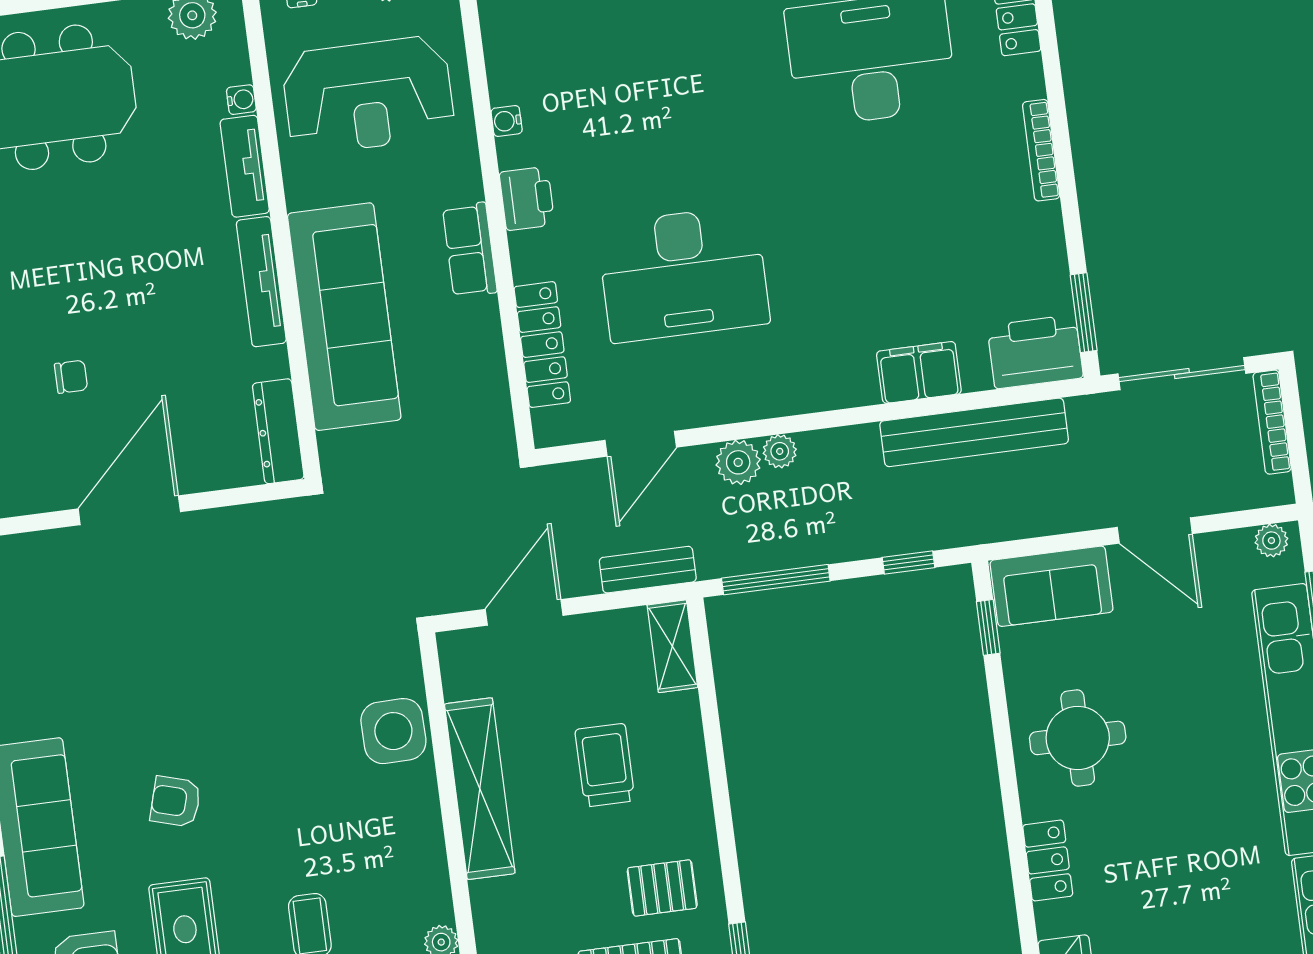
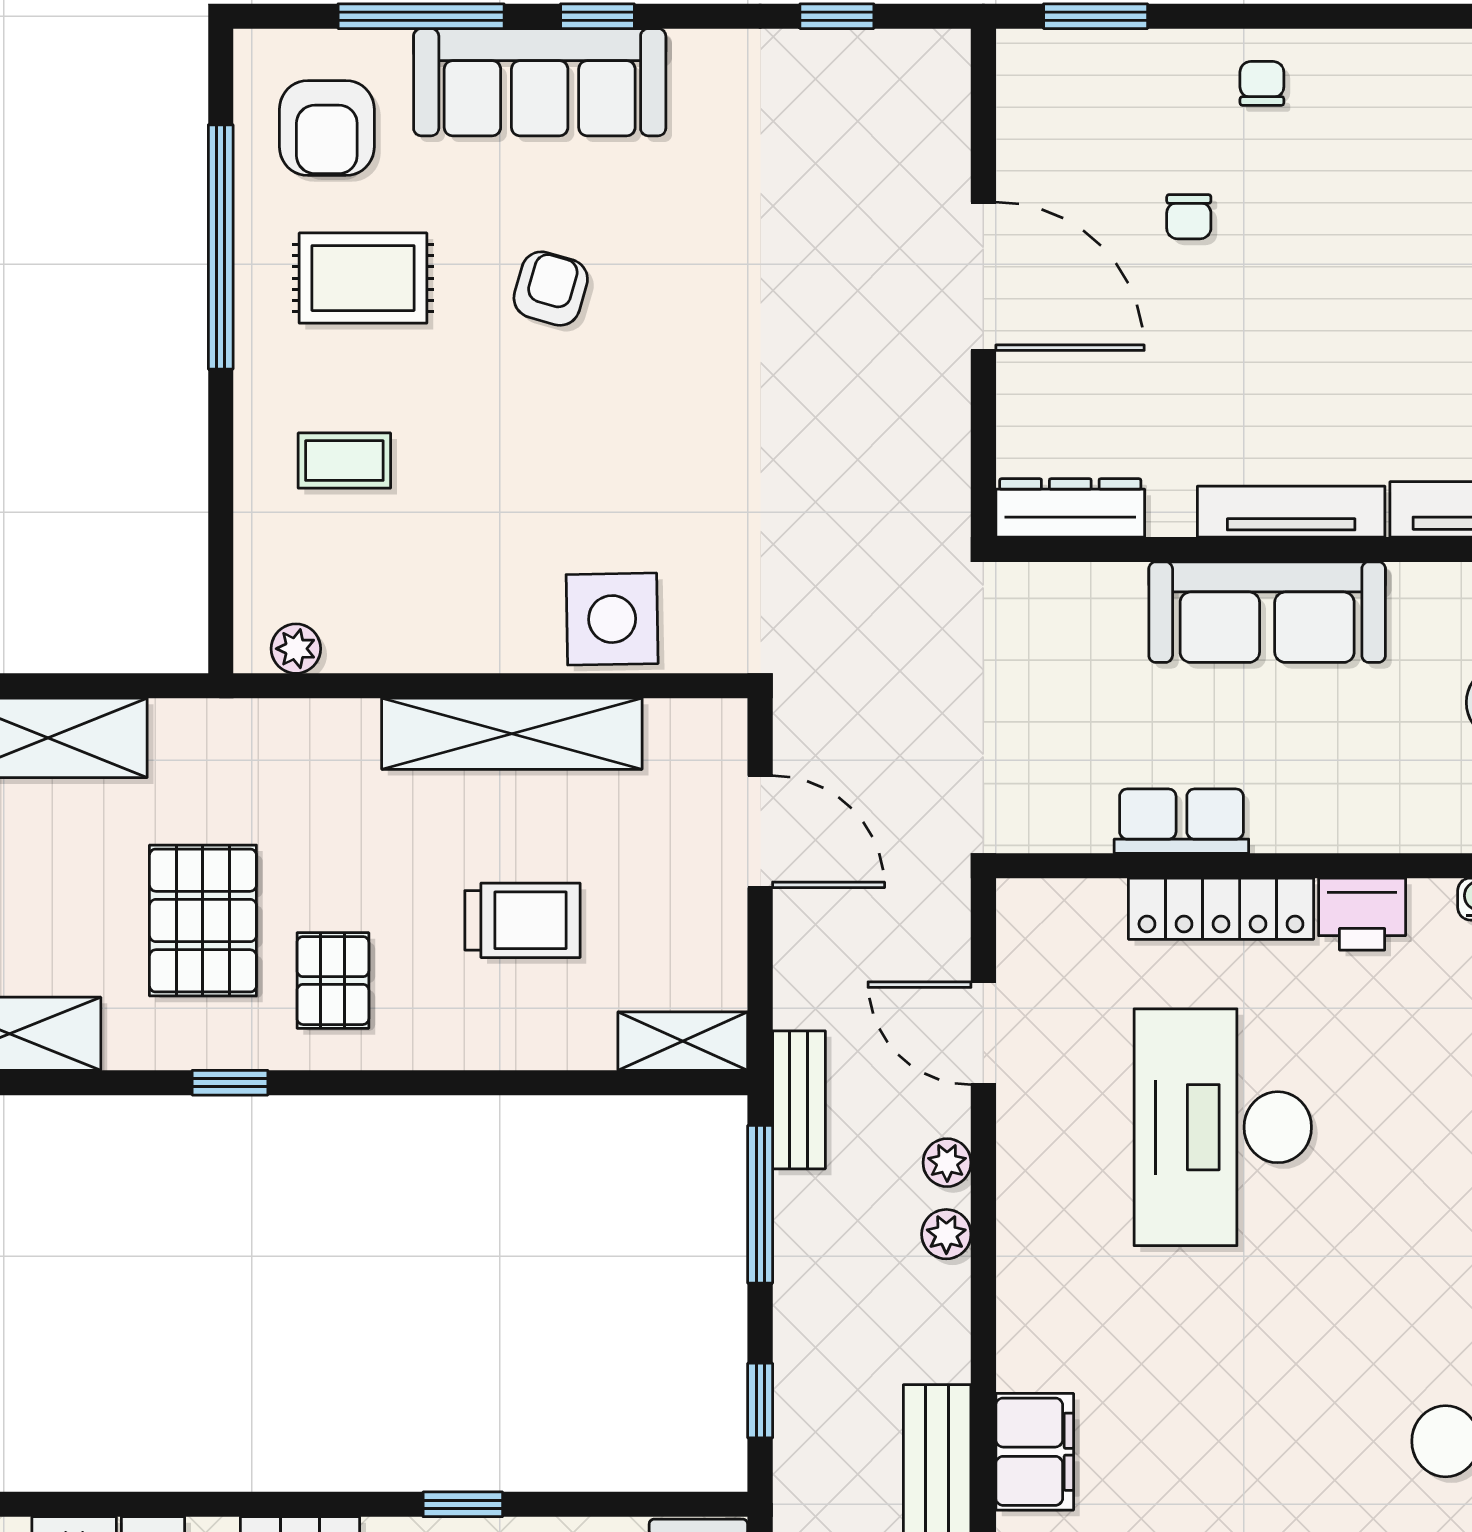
row of seats: (470, 250) -> (1181, 821), moved
sofa: (344, 317) -> (1267, 612), width x0.74, depth x0.79
locker: (542, 345) -> (1221, 909), moved
plant: (738, 462) -> (947, 1163), width x0.73, depth x0.73
bench: (648, 570) -> (799, 1100), moved
window: (988, 627) -> (463, 1504), moved

